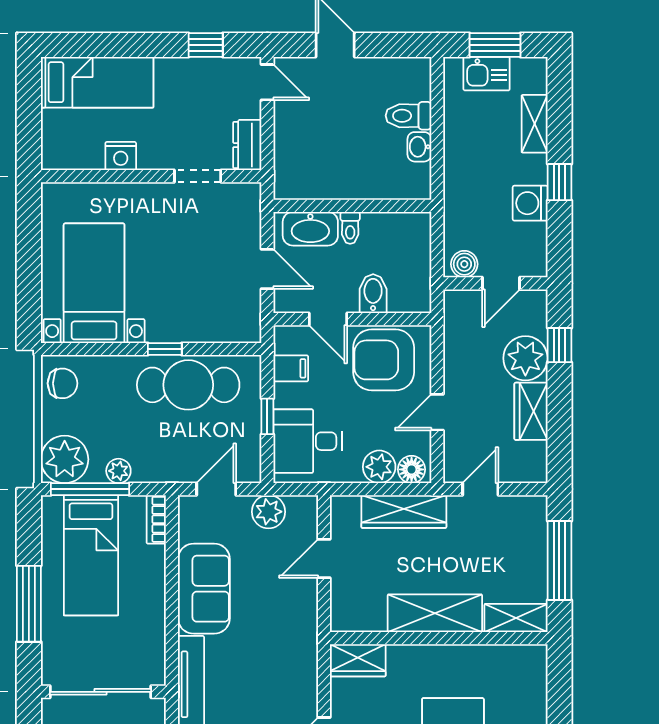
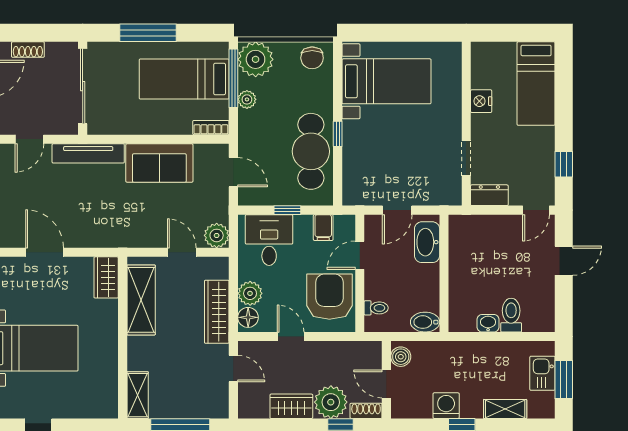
toilet: (350, 228) -> (376, 308), moved, turned 180
bidet: (373, 294) -> (425, 322), moved, turned 180
shoe rack: (537, 311) -> (366, 411), added
plant: (269, 512) -> (217, 235), moved
shelving: (435, 613) -> (141, 300), moved

